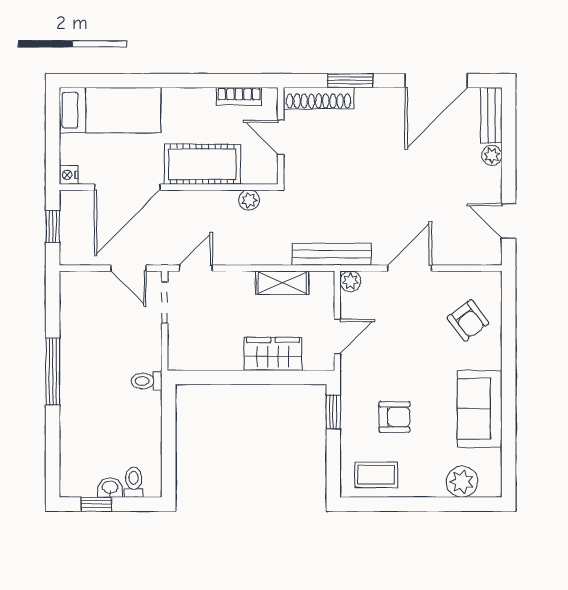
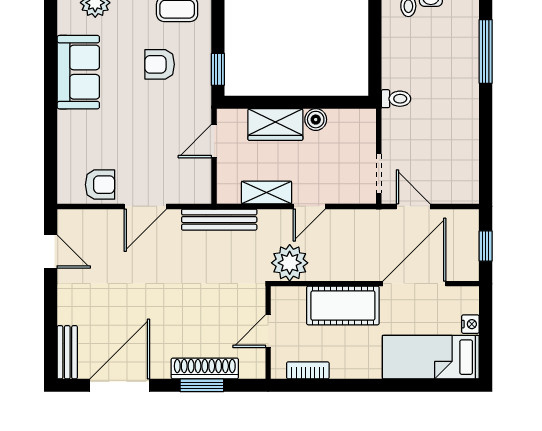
shoe rack: (319, 98) -> (205, 368), moved
door: (281, 137) -> (268, 331), swing flipped
plant: (492, 155) -> (67, 314), removed
nightstand: (69, 175) -> (470, 324), moved
plant: (249, 200) -> (290, 263), width x1.88, depth x1.88
door: (196, 268) -> (309, 206), moved
plant: (350, 281) -> (202, 194), removed
armchair: (468, 320) -> (100, 185), moved, turned 127
boiler: (231, 359) -> (316, 120), added
window: (53, 371) -> (486, 51), moved

